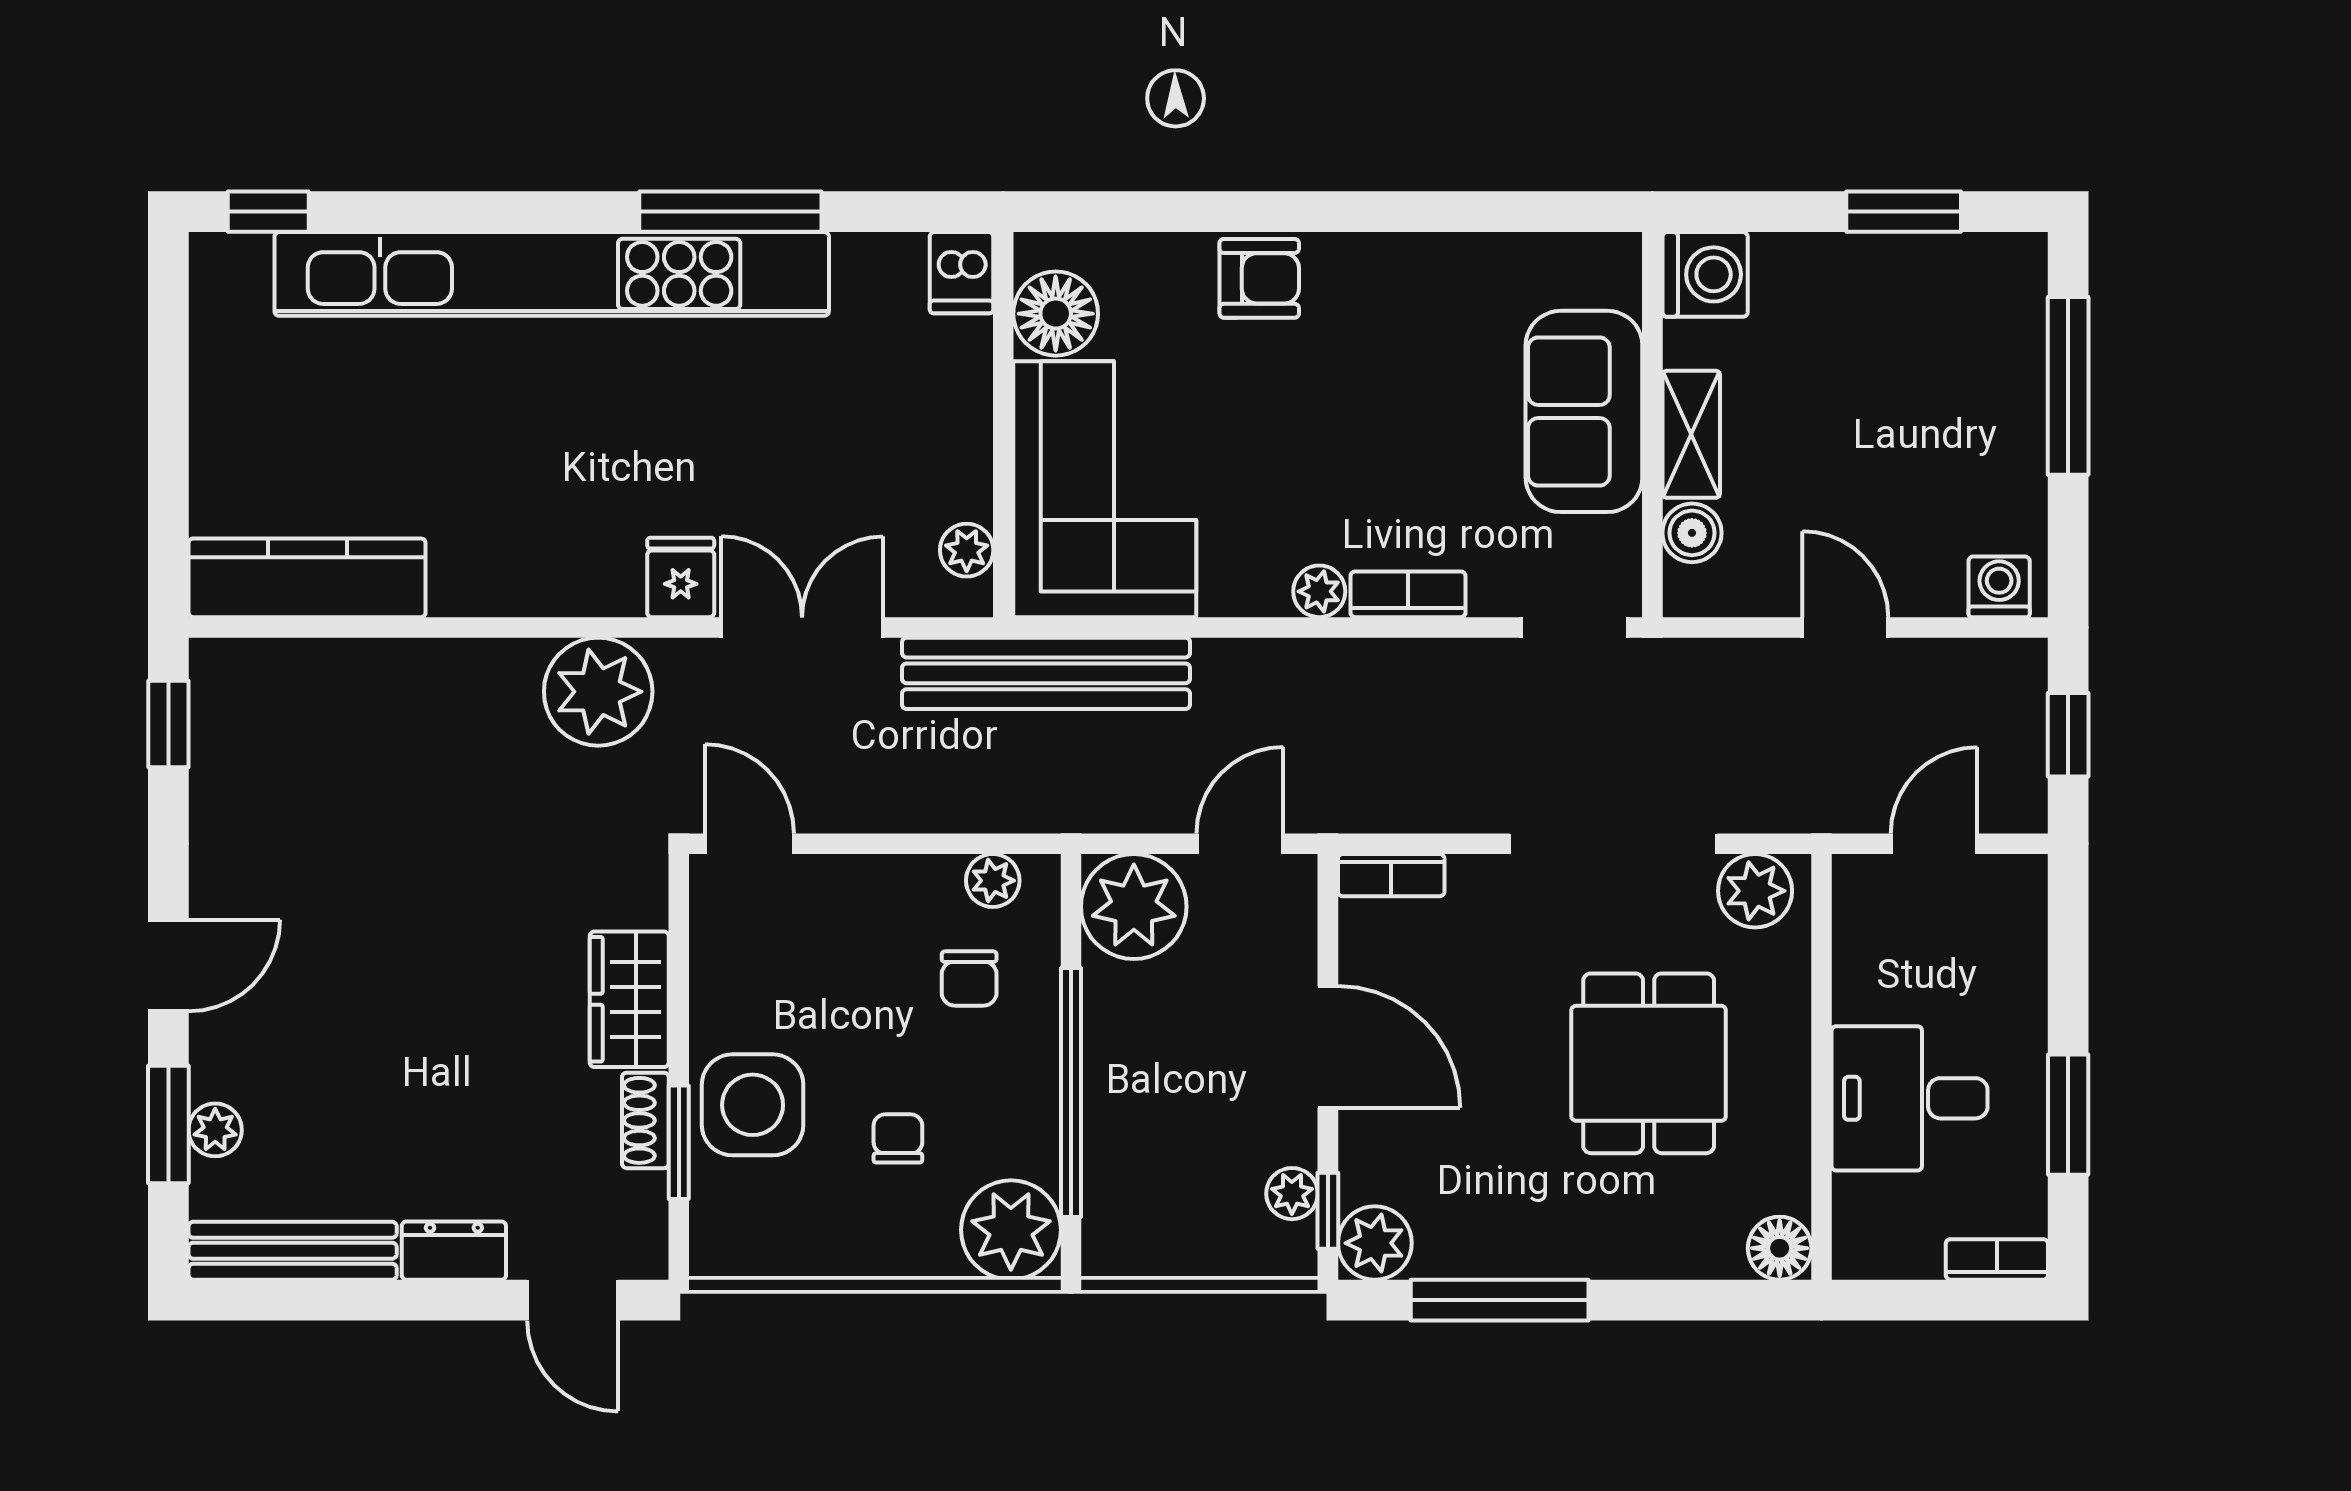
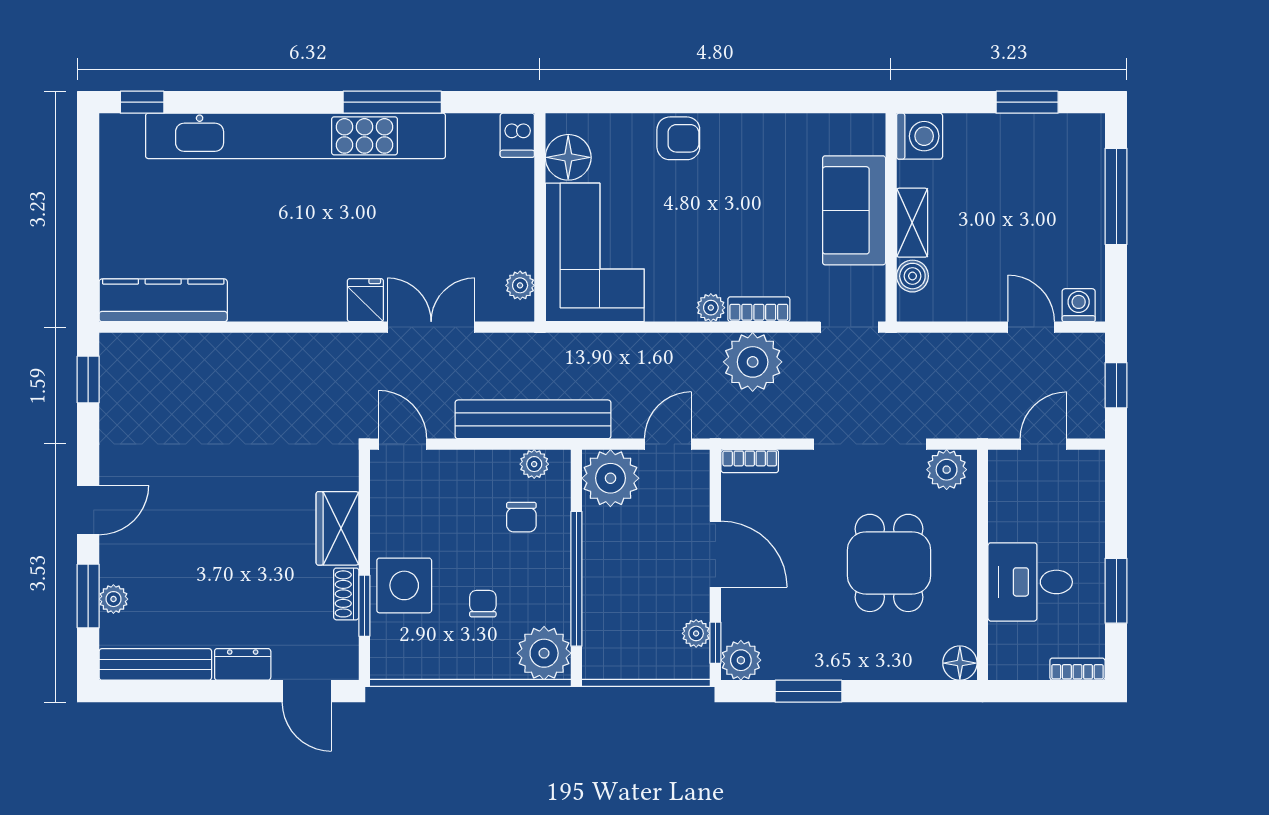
door: (1845, 627) -> (1031, 327), moved
bench: (1046, 673) -> (533, 419), moved
plant: (598, 692) -> (753, 362), moved
window: (1500, 1300) -> (808, 691), width x0.69

